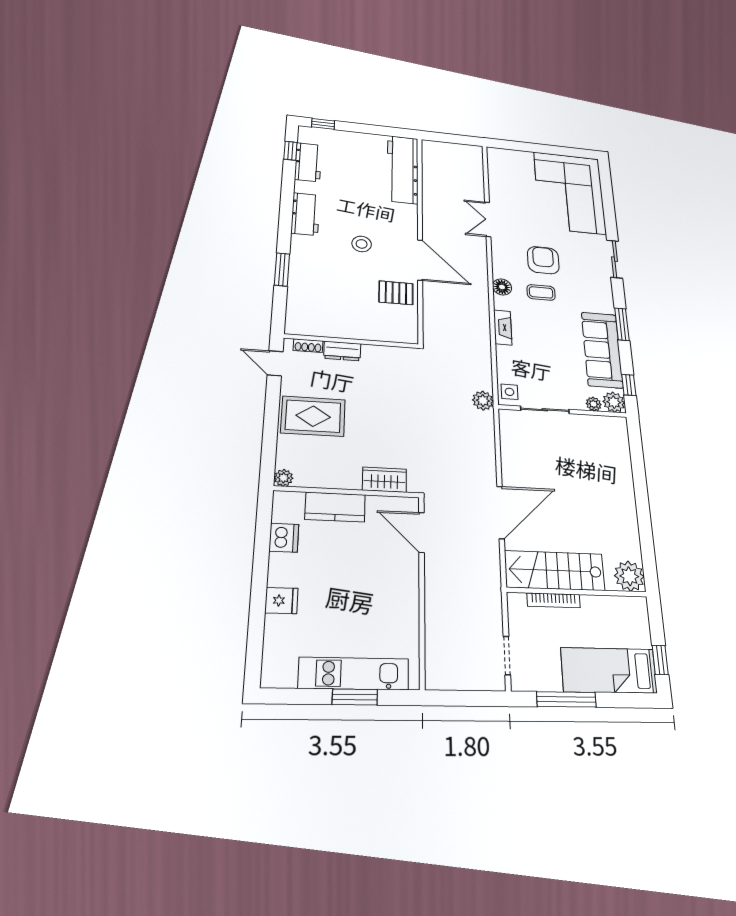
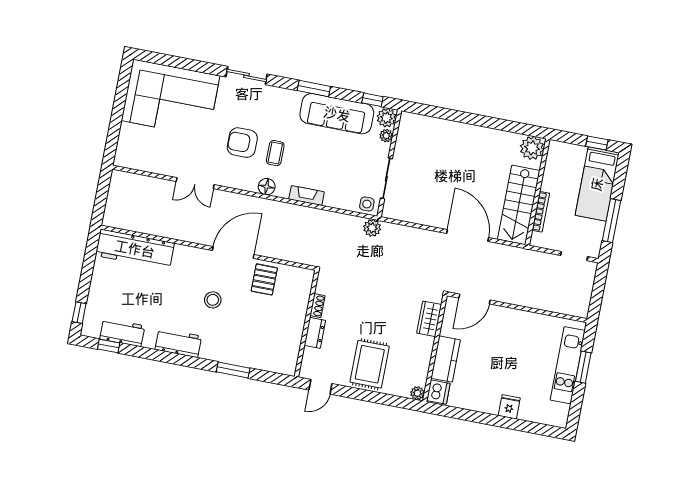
shoe rack: (308, 346) -> (317, 306), moved
dishwasher: (284, 538) -> (438, 392), moved, turned 90

